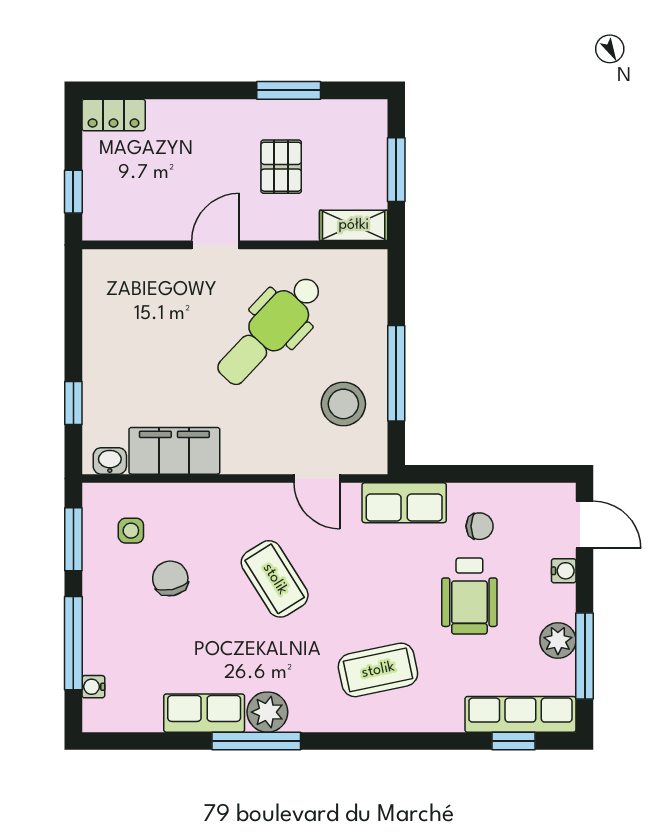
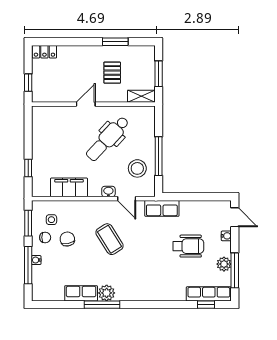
washbasin: (110, 461) -> (108, 191), moved
chair: (480, 526) -> (45, 237), moved
wheelchair: (469, 596) -> (188, 246), turned -90
coffee table: (378, 670) -> (151, 276), removed
water cooler: (93, 687) -> (36, 260), moved

